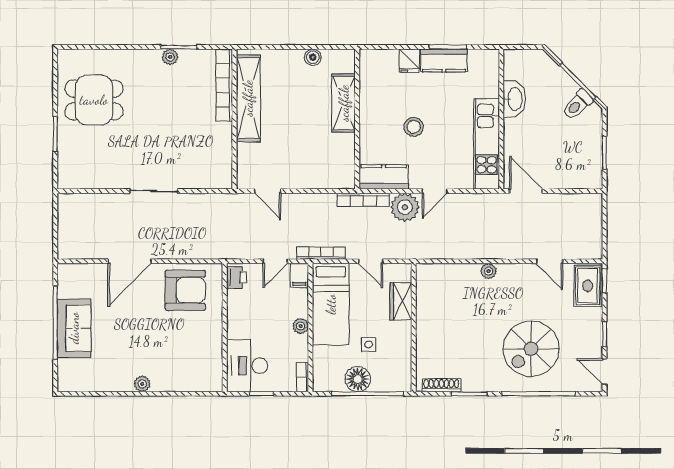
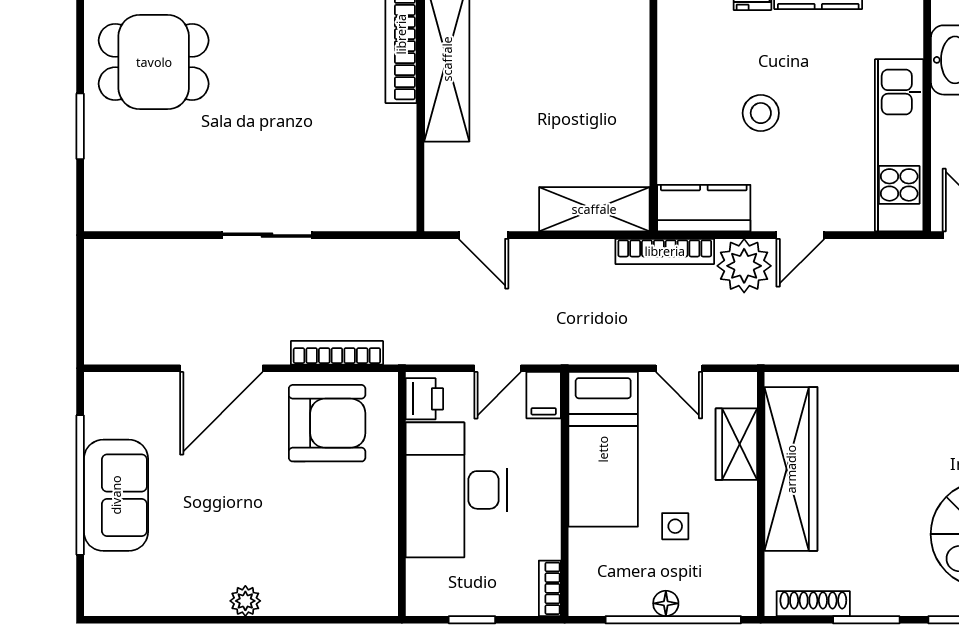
shelving: (344, 103) -> (594, 209), moved, turned 90
bookcase: (321, 253) -> (337, 353), moved
plant: (489, 271) -> (903, 387), removed
wardrobe: (430, 314) -> (791, 469), added
plant: (301, 326) -> (546, 491), removed
desk: (247, 366) -> (456, 490), moved, width x1.36, depth x1.30
floor lamp: (358, 379) -> (666, 603), width x0.53, depth x0.53

